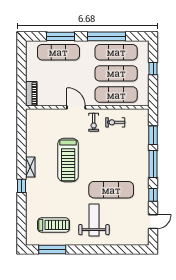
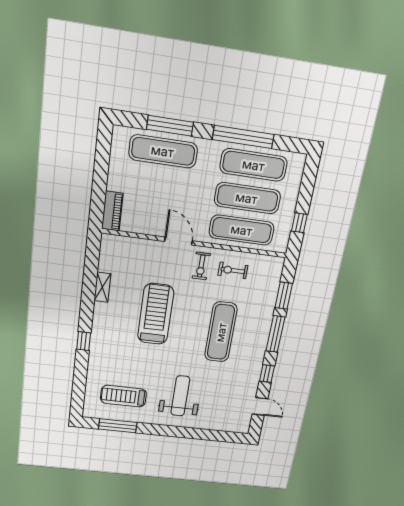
window: (153, 69) -> (299, 223), moved
treadmill: (68, 160) -> (156, 314), turned 180
shelving: (30, 167) -> (102, 287), moved
exercise mat: (111, 190) -> (221, 332), moved, turned 90
door: (153, 222) -> (260, 406), hinge flipped
treadmill: (54, 225) -> (123, 396), turned 180

